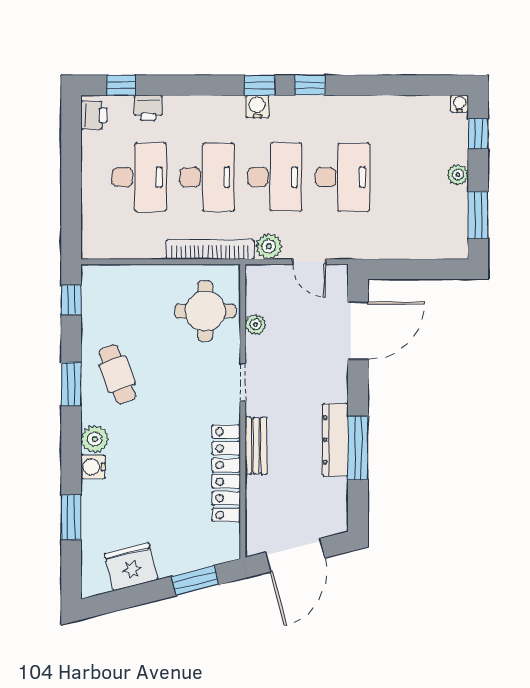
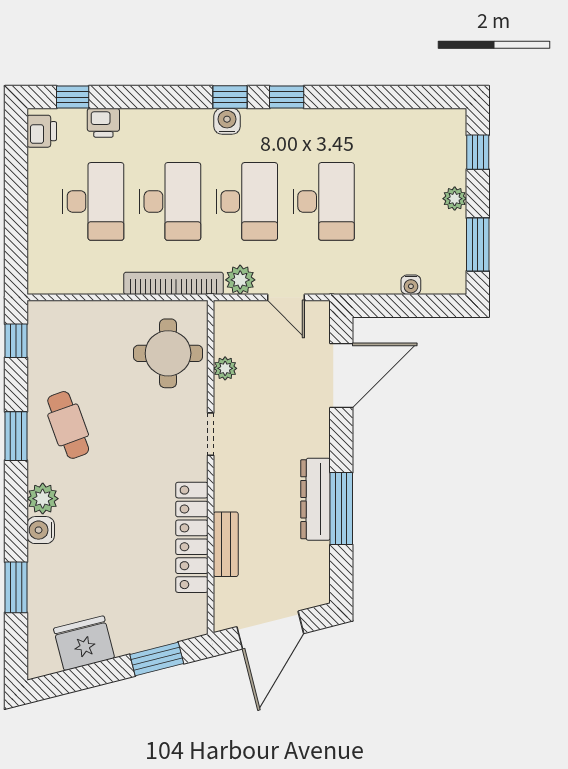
water cooler: (460, 104) -> (411, 285), moved, turned 180
bench: (256, 446) -> (226, 544), moved

